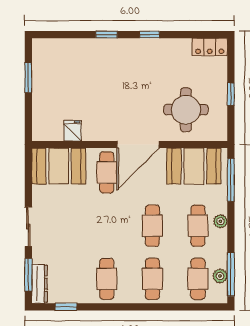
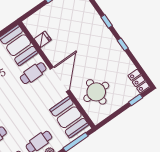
window: (231, 94) -> (136, 100), moved
door: (138, 144) -> (60, 79), swing flipped
cafe table: (152, 226) -> (22, 117), removed

